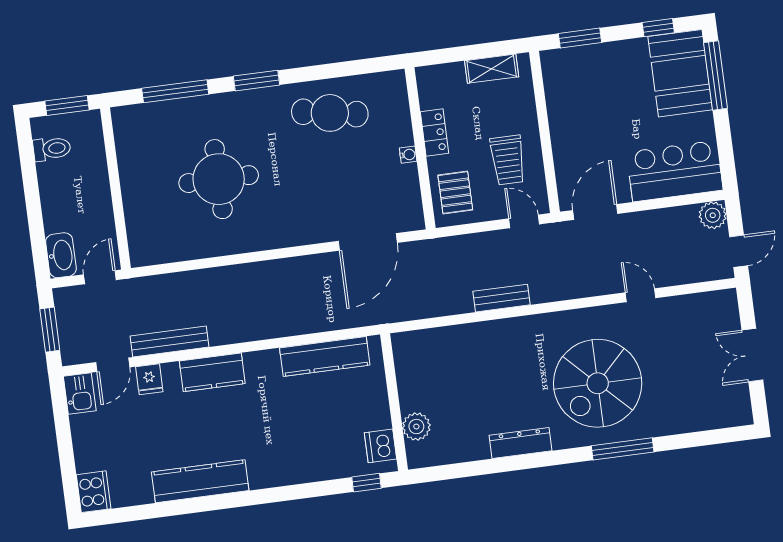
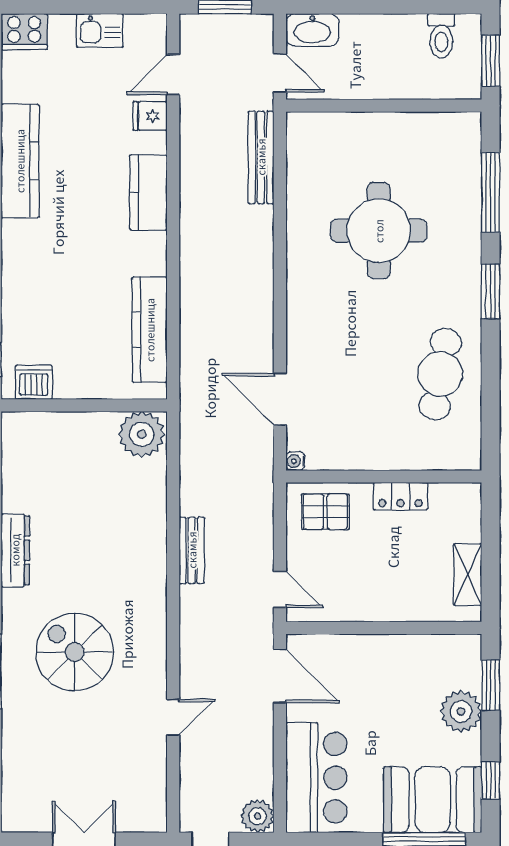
plant: (605, 59) -> (461, 712), added
water cooler: (408, 155) -> (295, 461), moved, turned 90
trolley: (508, 160) -> (356, 580), removed
door: (524, 221) -> (280, 590), hinge flipped
door: (368, 242) -> (280, 399), width x0.73
bench: (169, 342) -> (261, 157), moved
door: (113, 365) -> (173, 75), hinge flipped
spiral stairs: (598, 383) -> (75, 652), width x0.73, depth x0.73
kitchen sink: (80, 394) -> (100, 31), moved
plant: (416, 427) -> (142, 434), moved, width x1.36, depth x1.36

